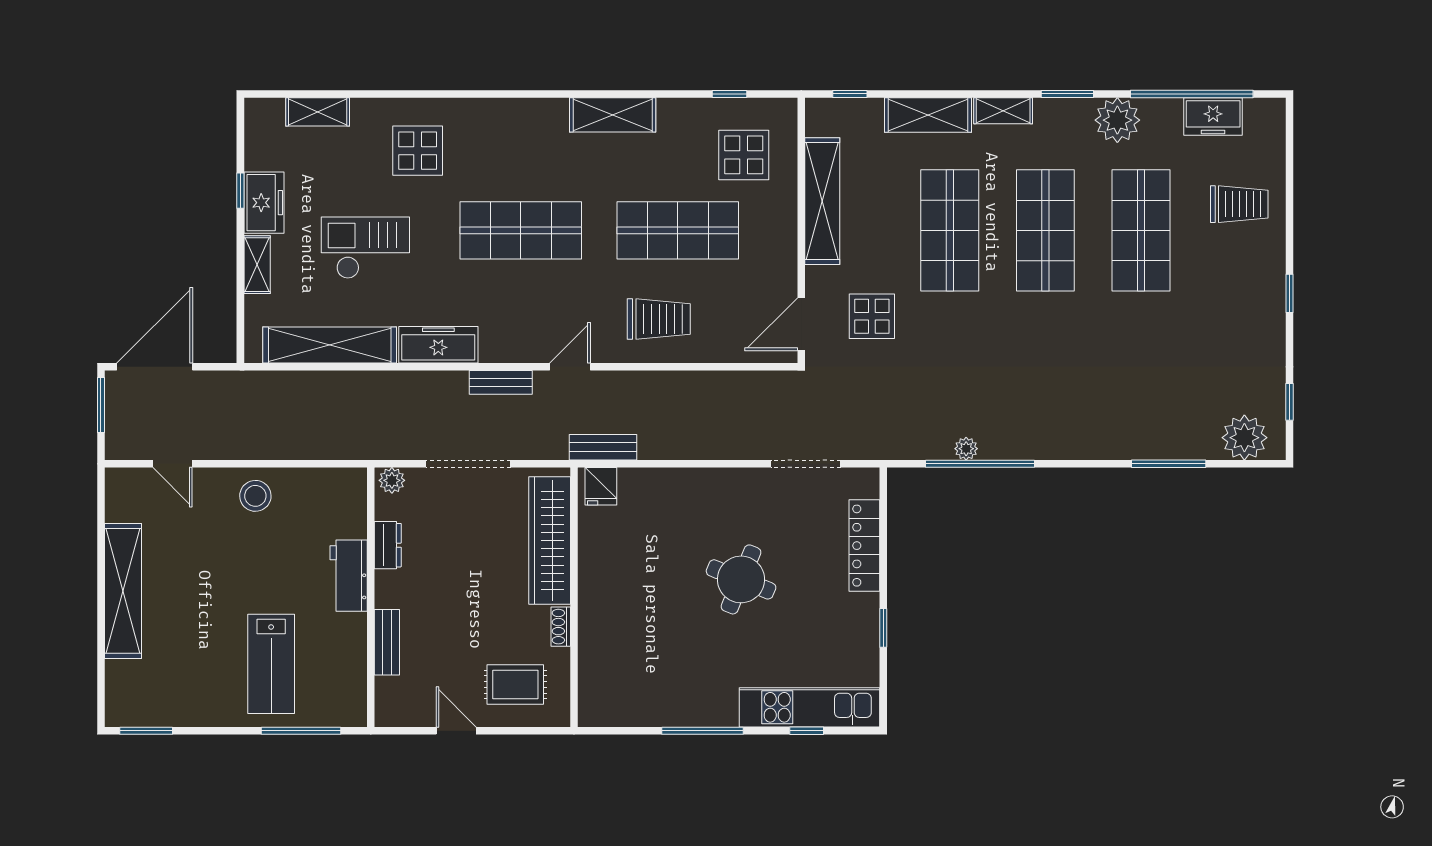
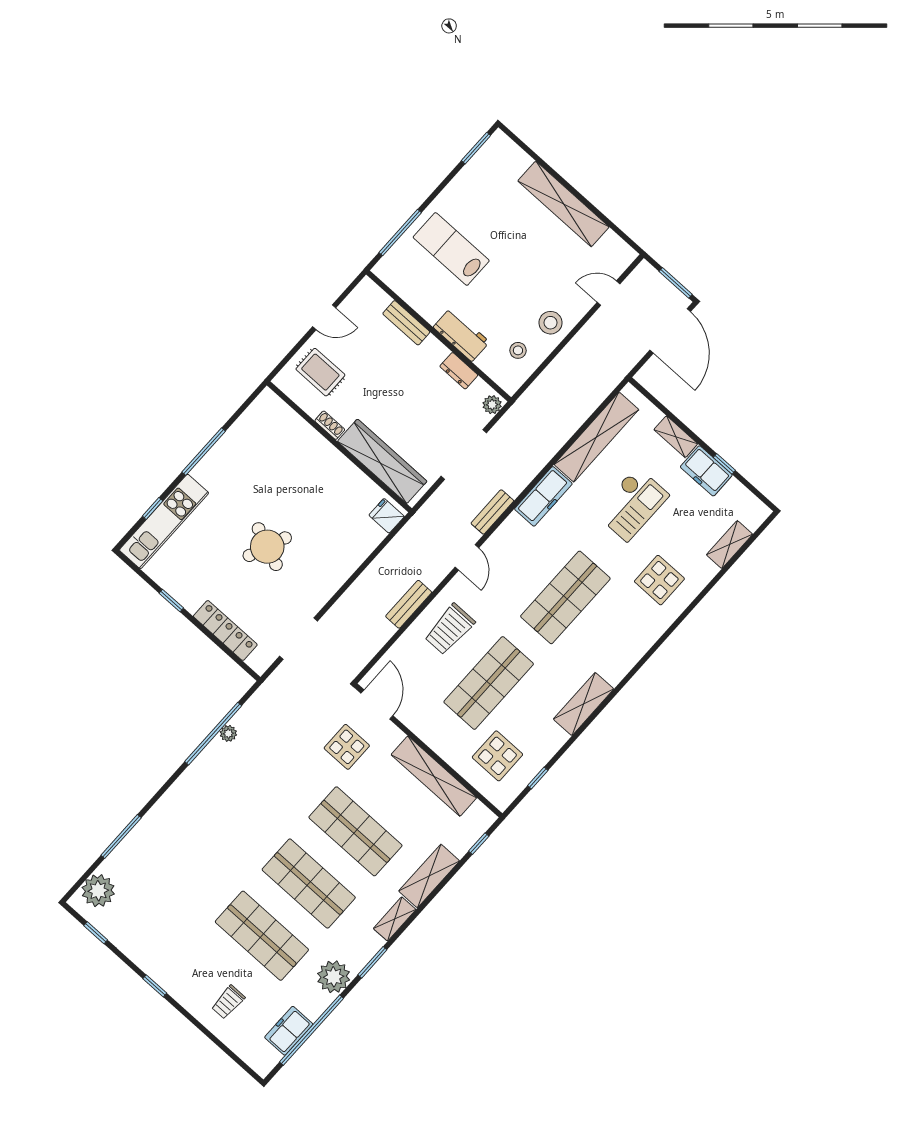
trolley: (1239, 204) -> (228, 1002), width x0.73, depth x0.72
bench: (603, 447) -> (409, 604), moved
stool: (313, 504) -> (518, 350), added
rug: (515, 684) -> (320, 372), turned 90

